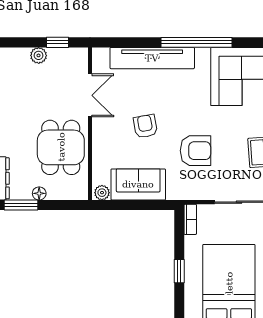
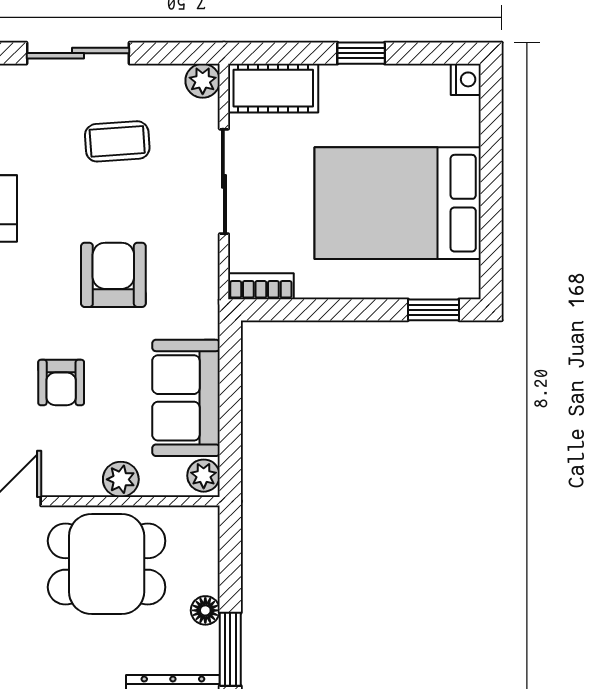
armchair: (145, 126) -> (61, 383), turned -80
plant: (100, 154) -> (121, 479), added
window: (179, 271) -> (433, 310), moved

